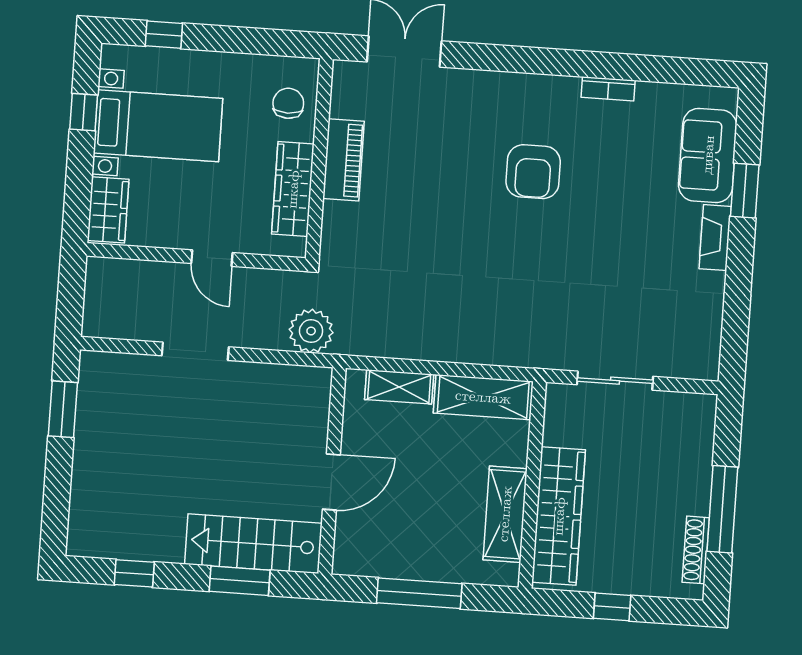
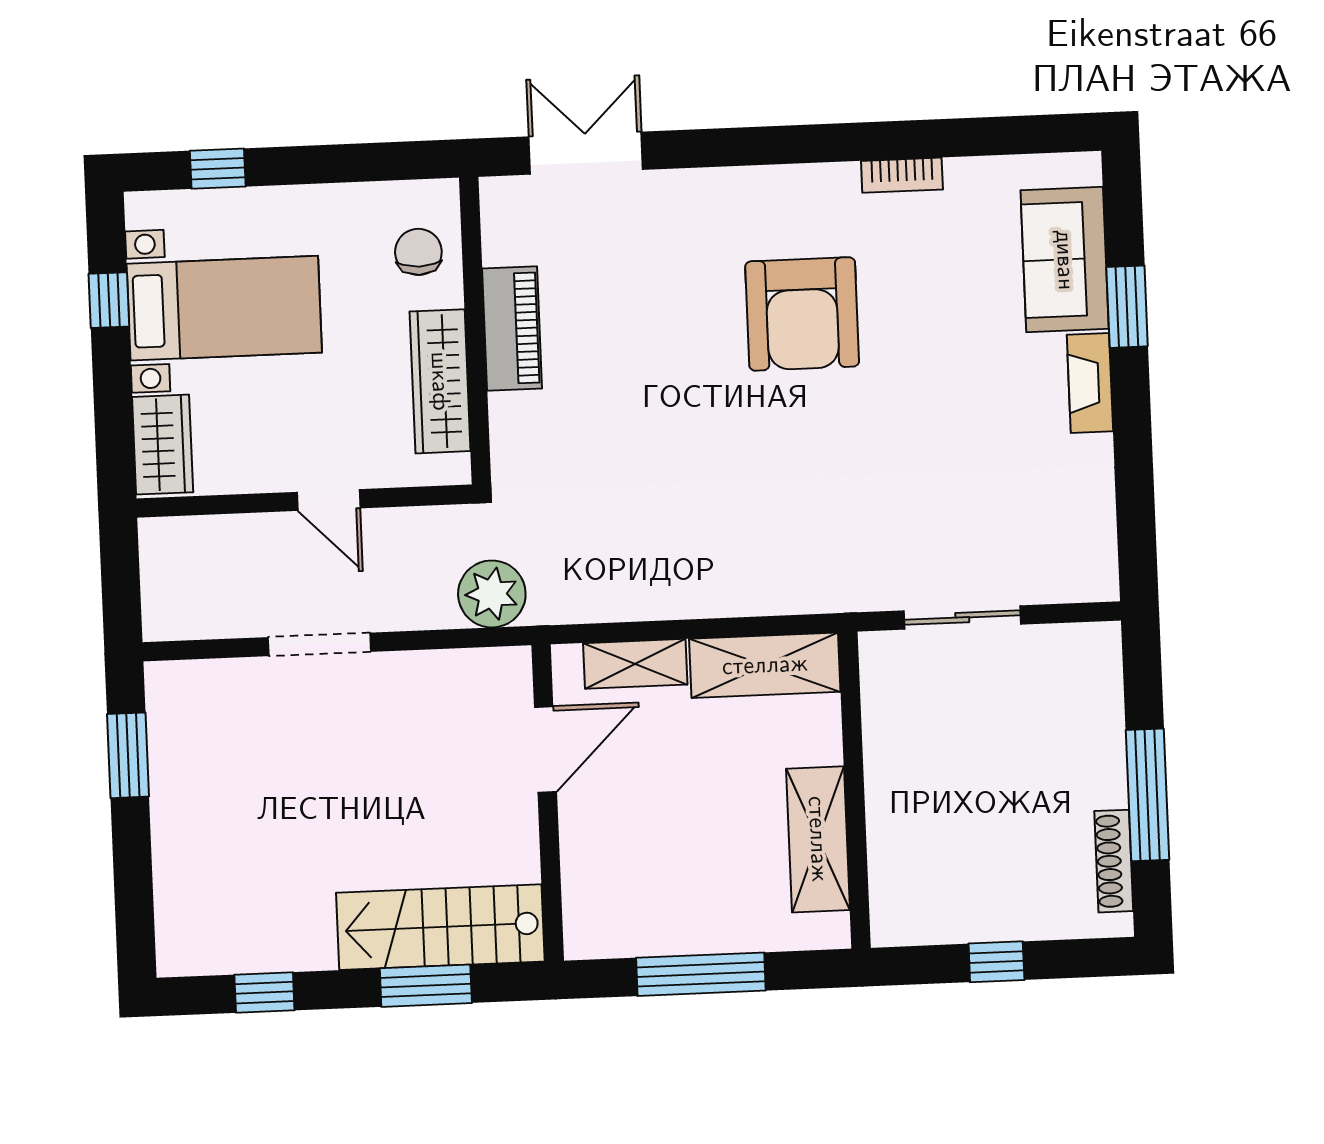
armchair: (533, 172) -> (802, 314), width x1.36, depth x1.36
door: (331, 482) -> (545, 749), moved
wardrobe: (559, 516) -> (900, 833), removed

